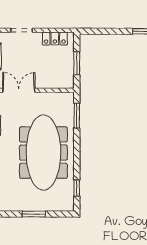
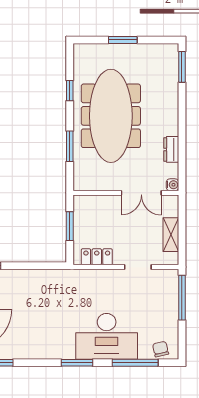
window: (77, 116) -> (70, 146), moved
window: (77, 188) -> (70, 91), moved

